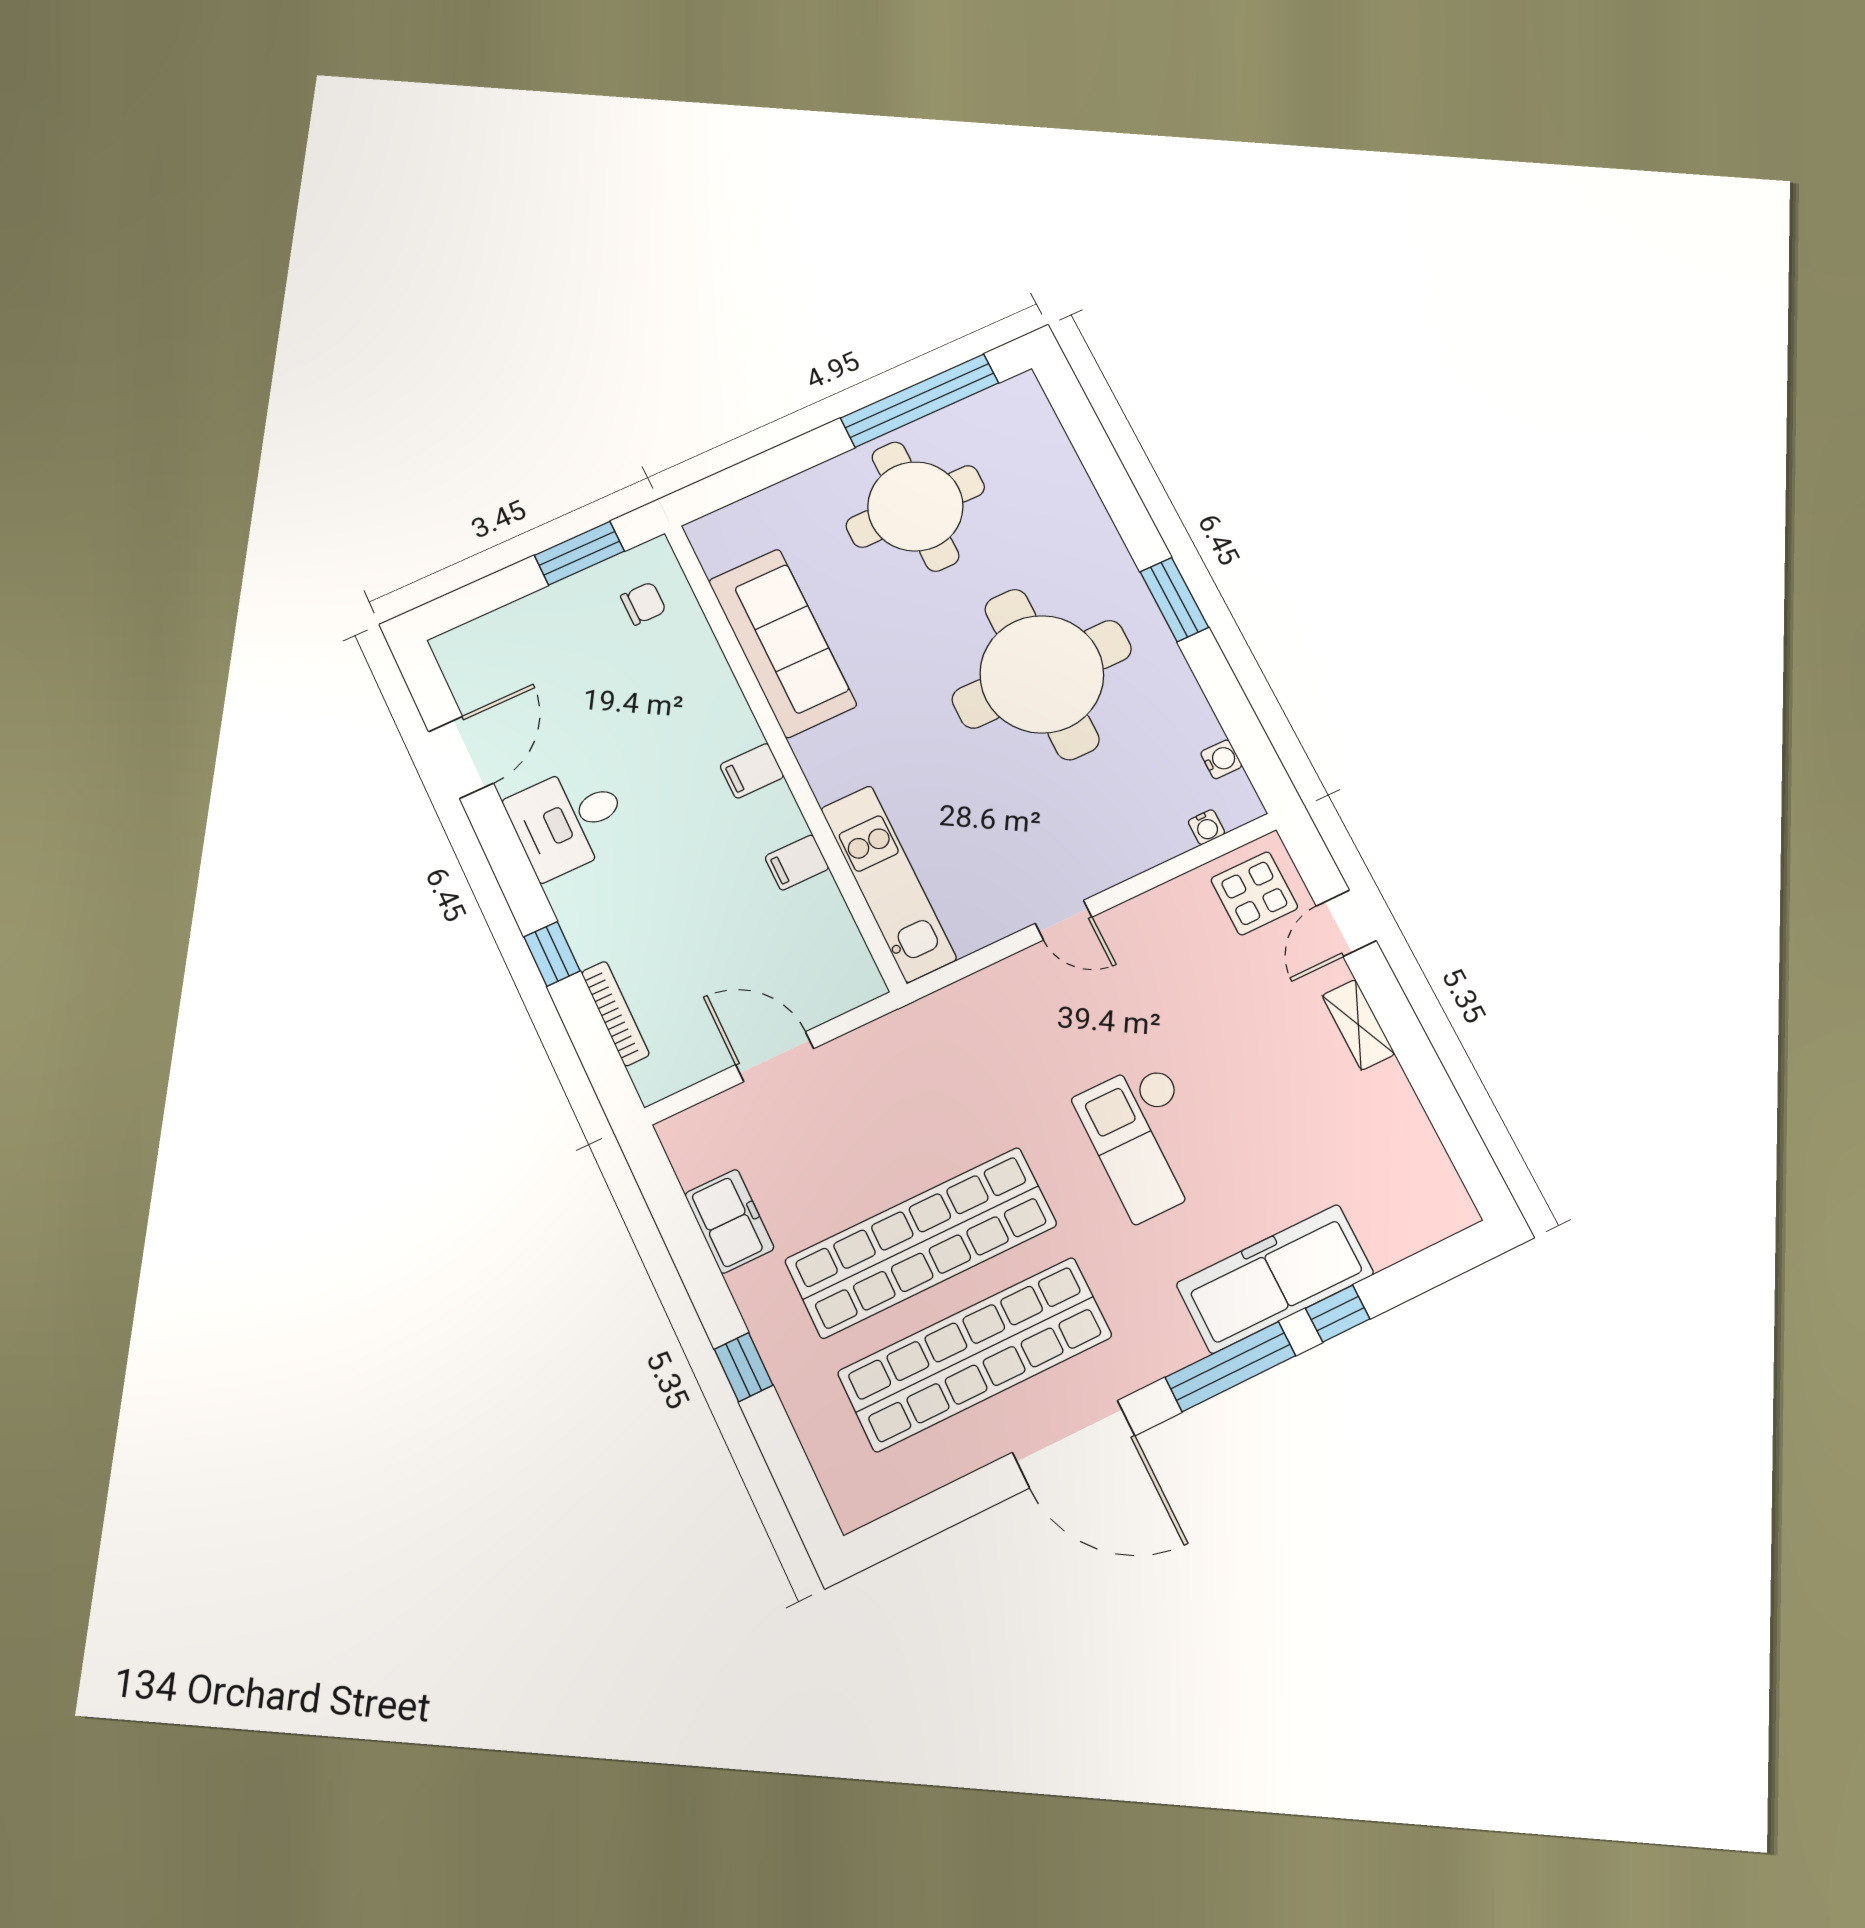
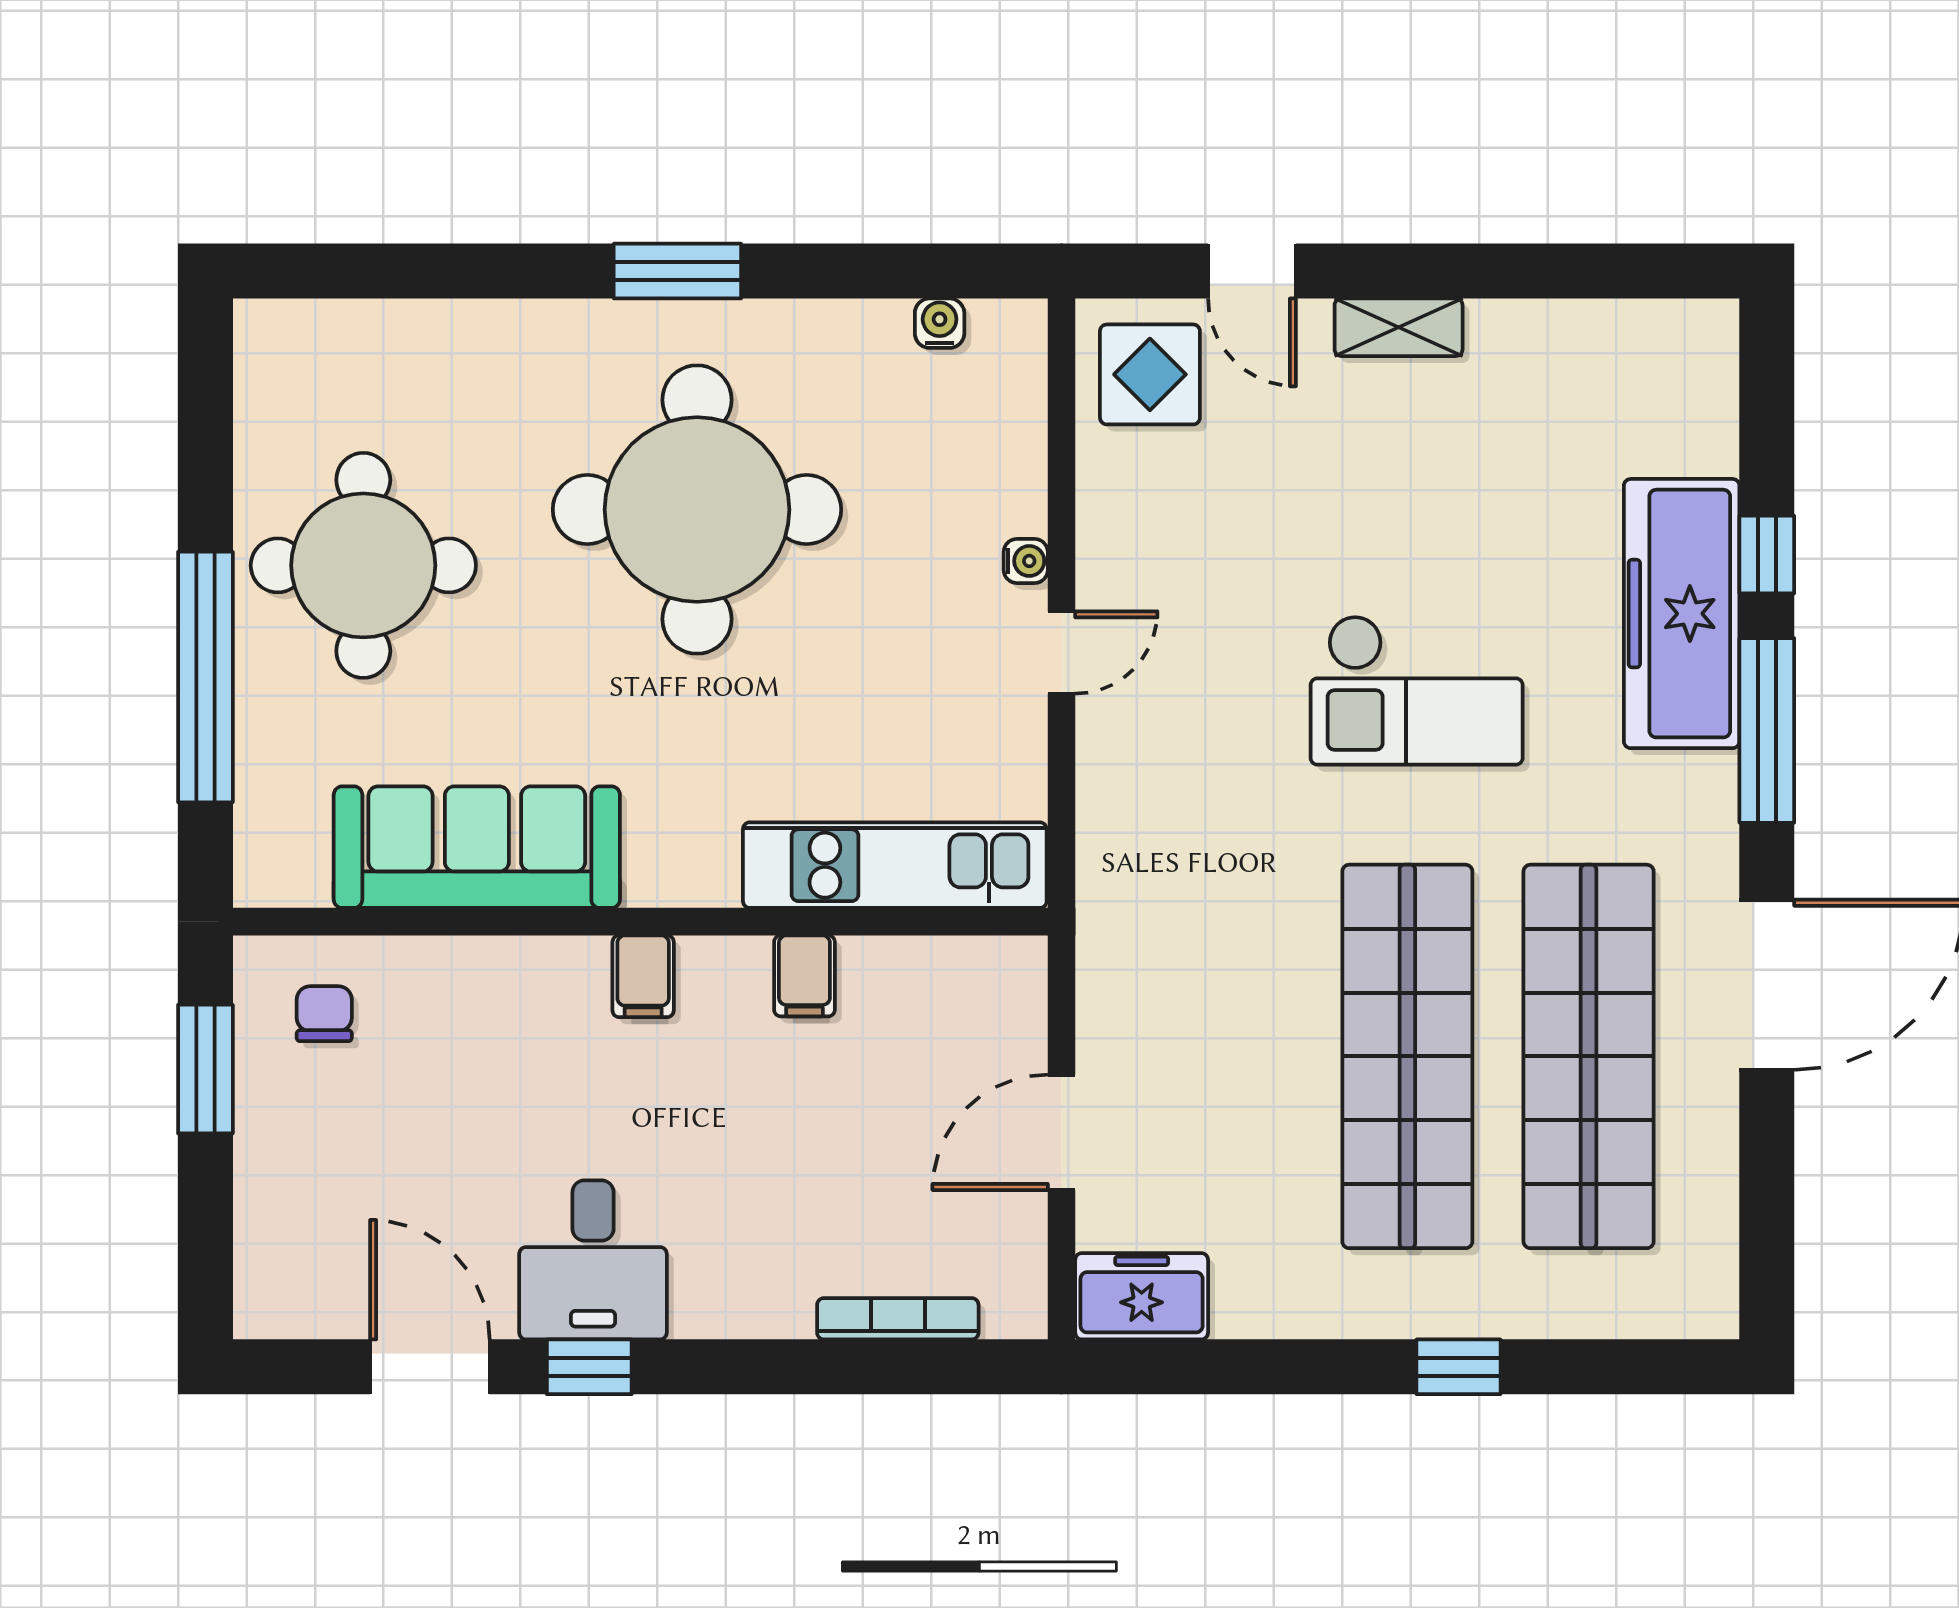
window: (920, 401) -> (205, 677), moved
water cooler: (1206, 827) -> (1026, 561), moved
window: (552, 954) -> (589, 1367), moved
freezer: (729, 1221) -> (1142, 1296), moved

